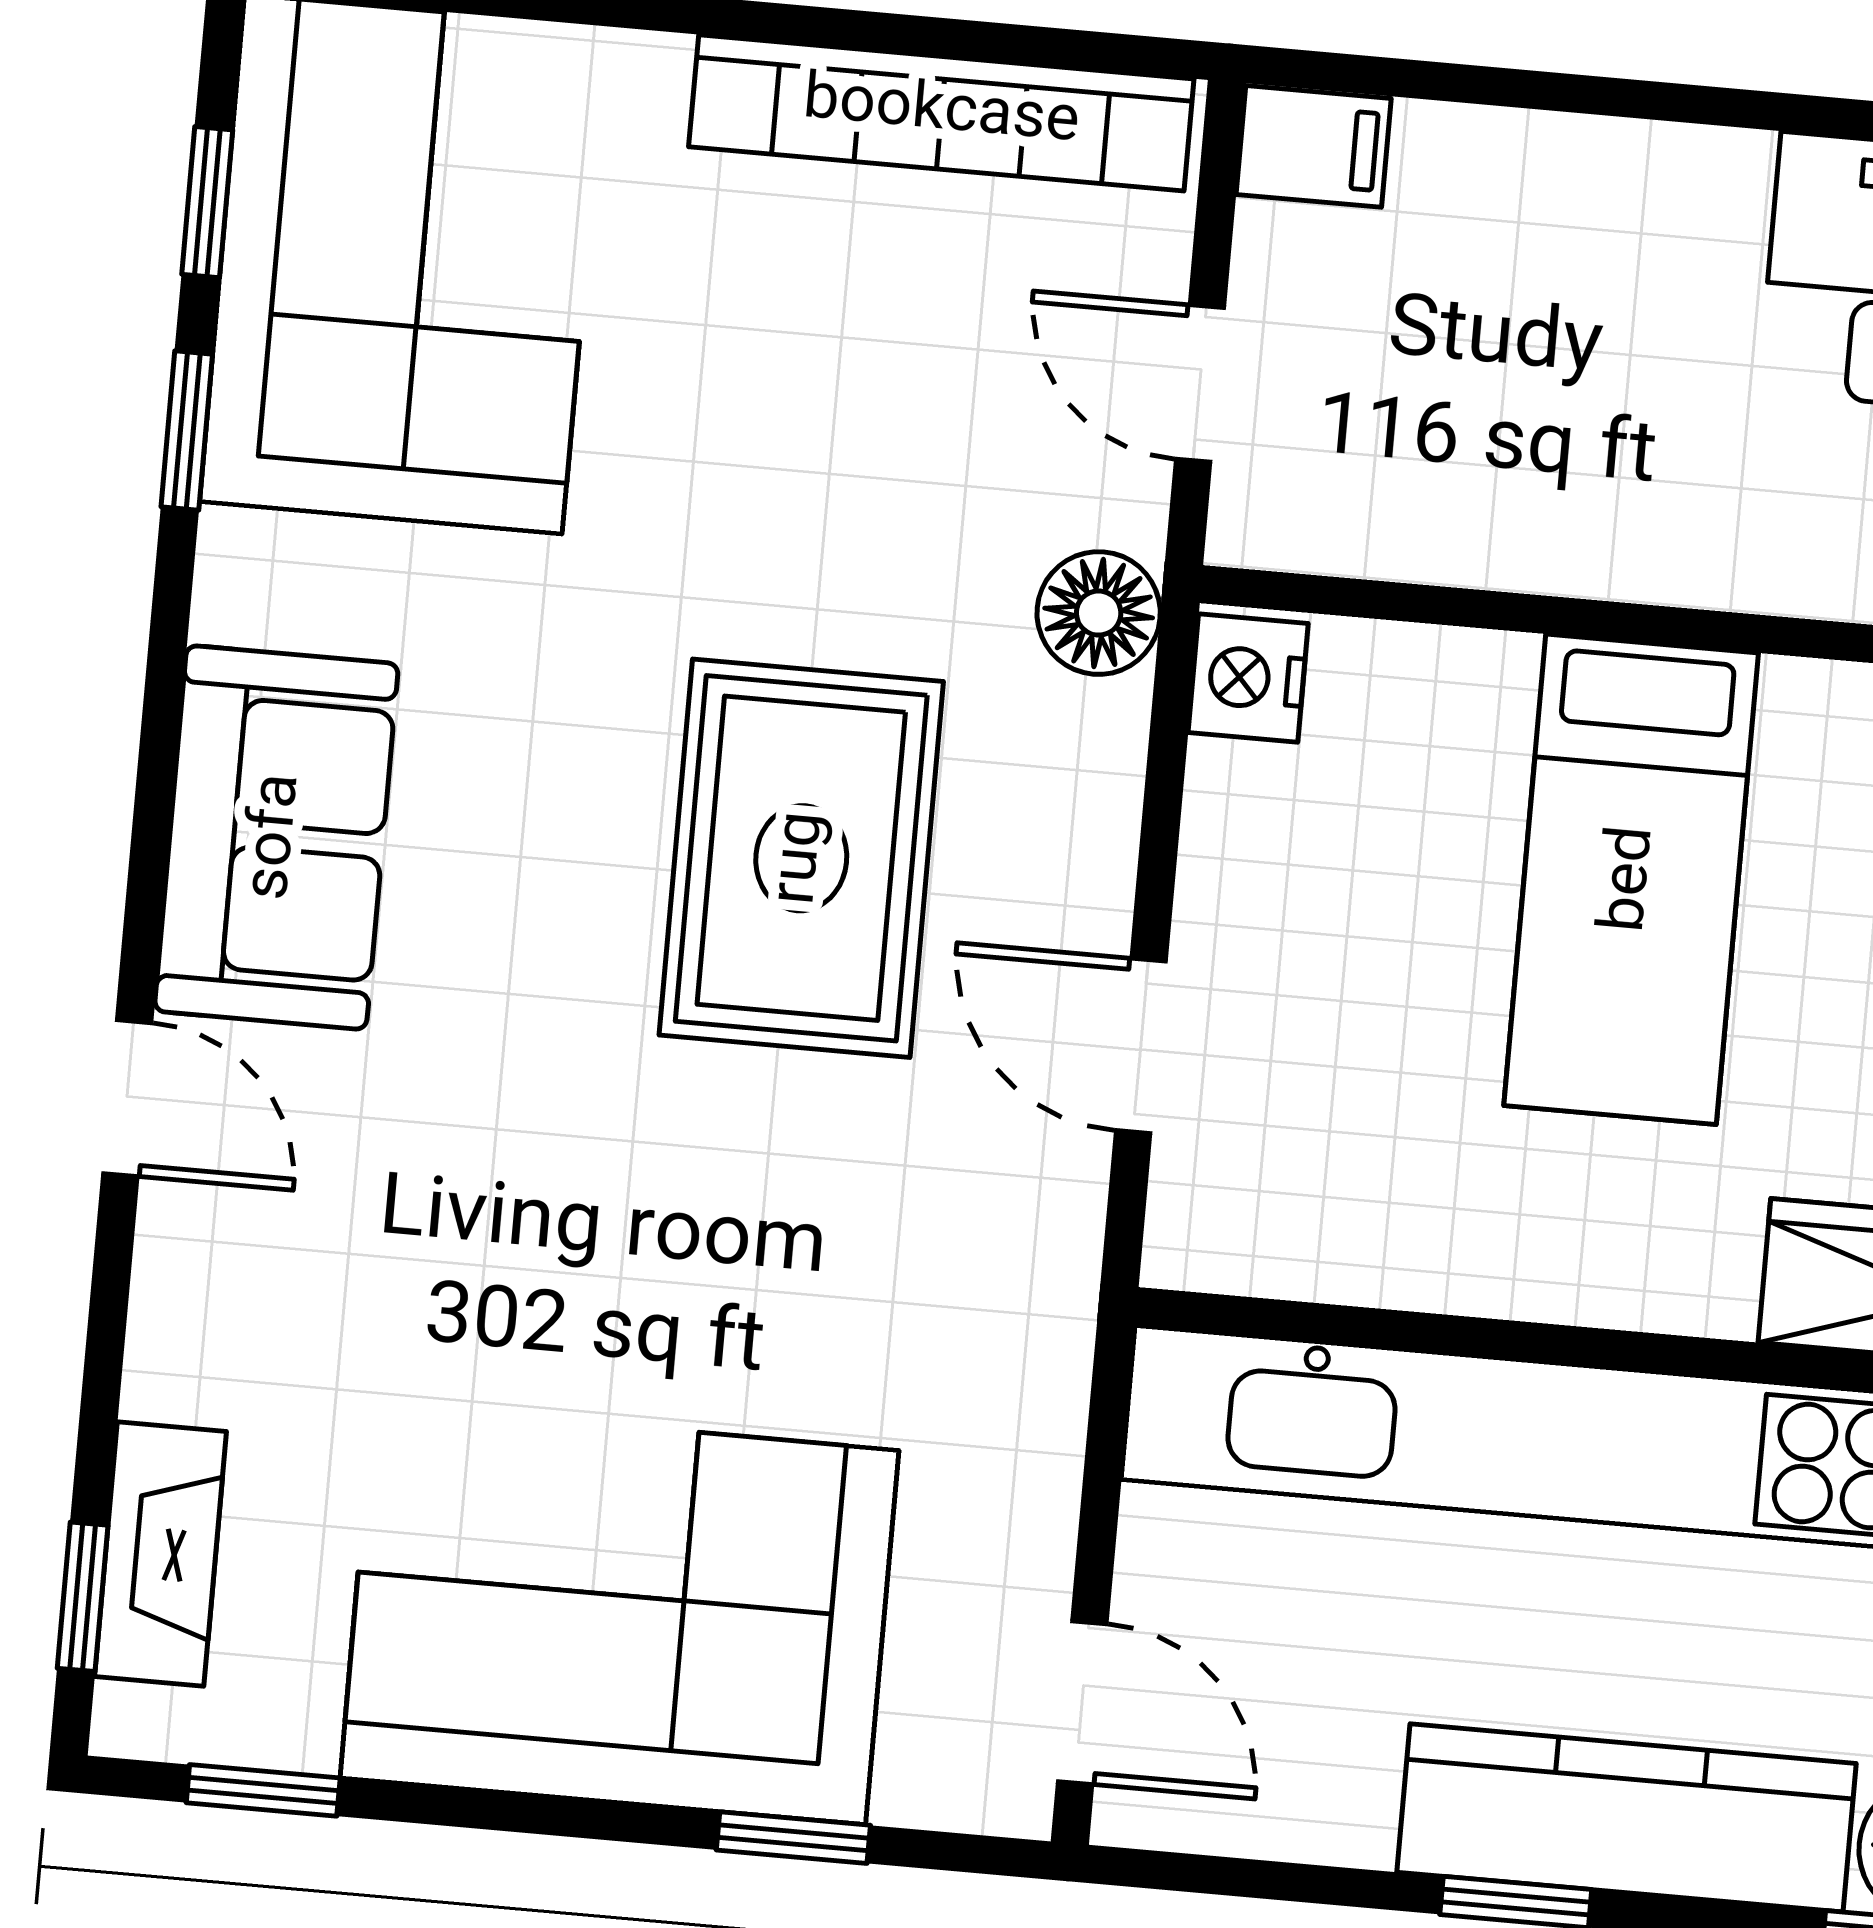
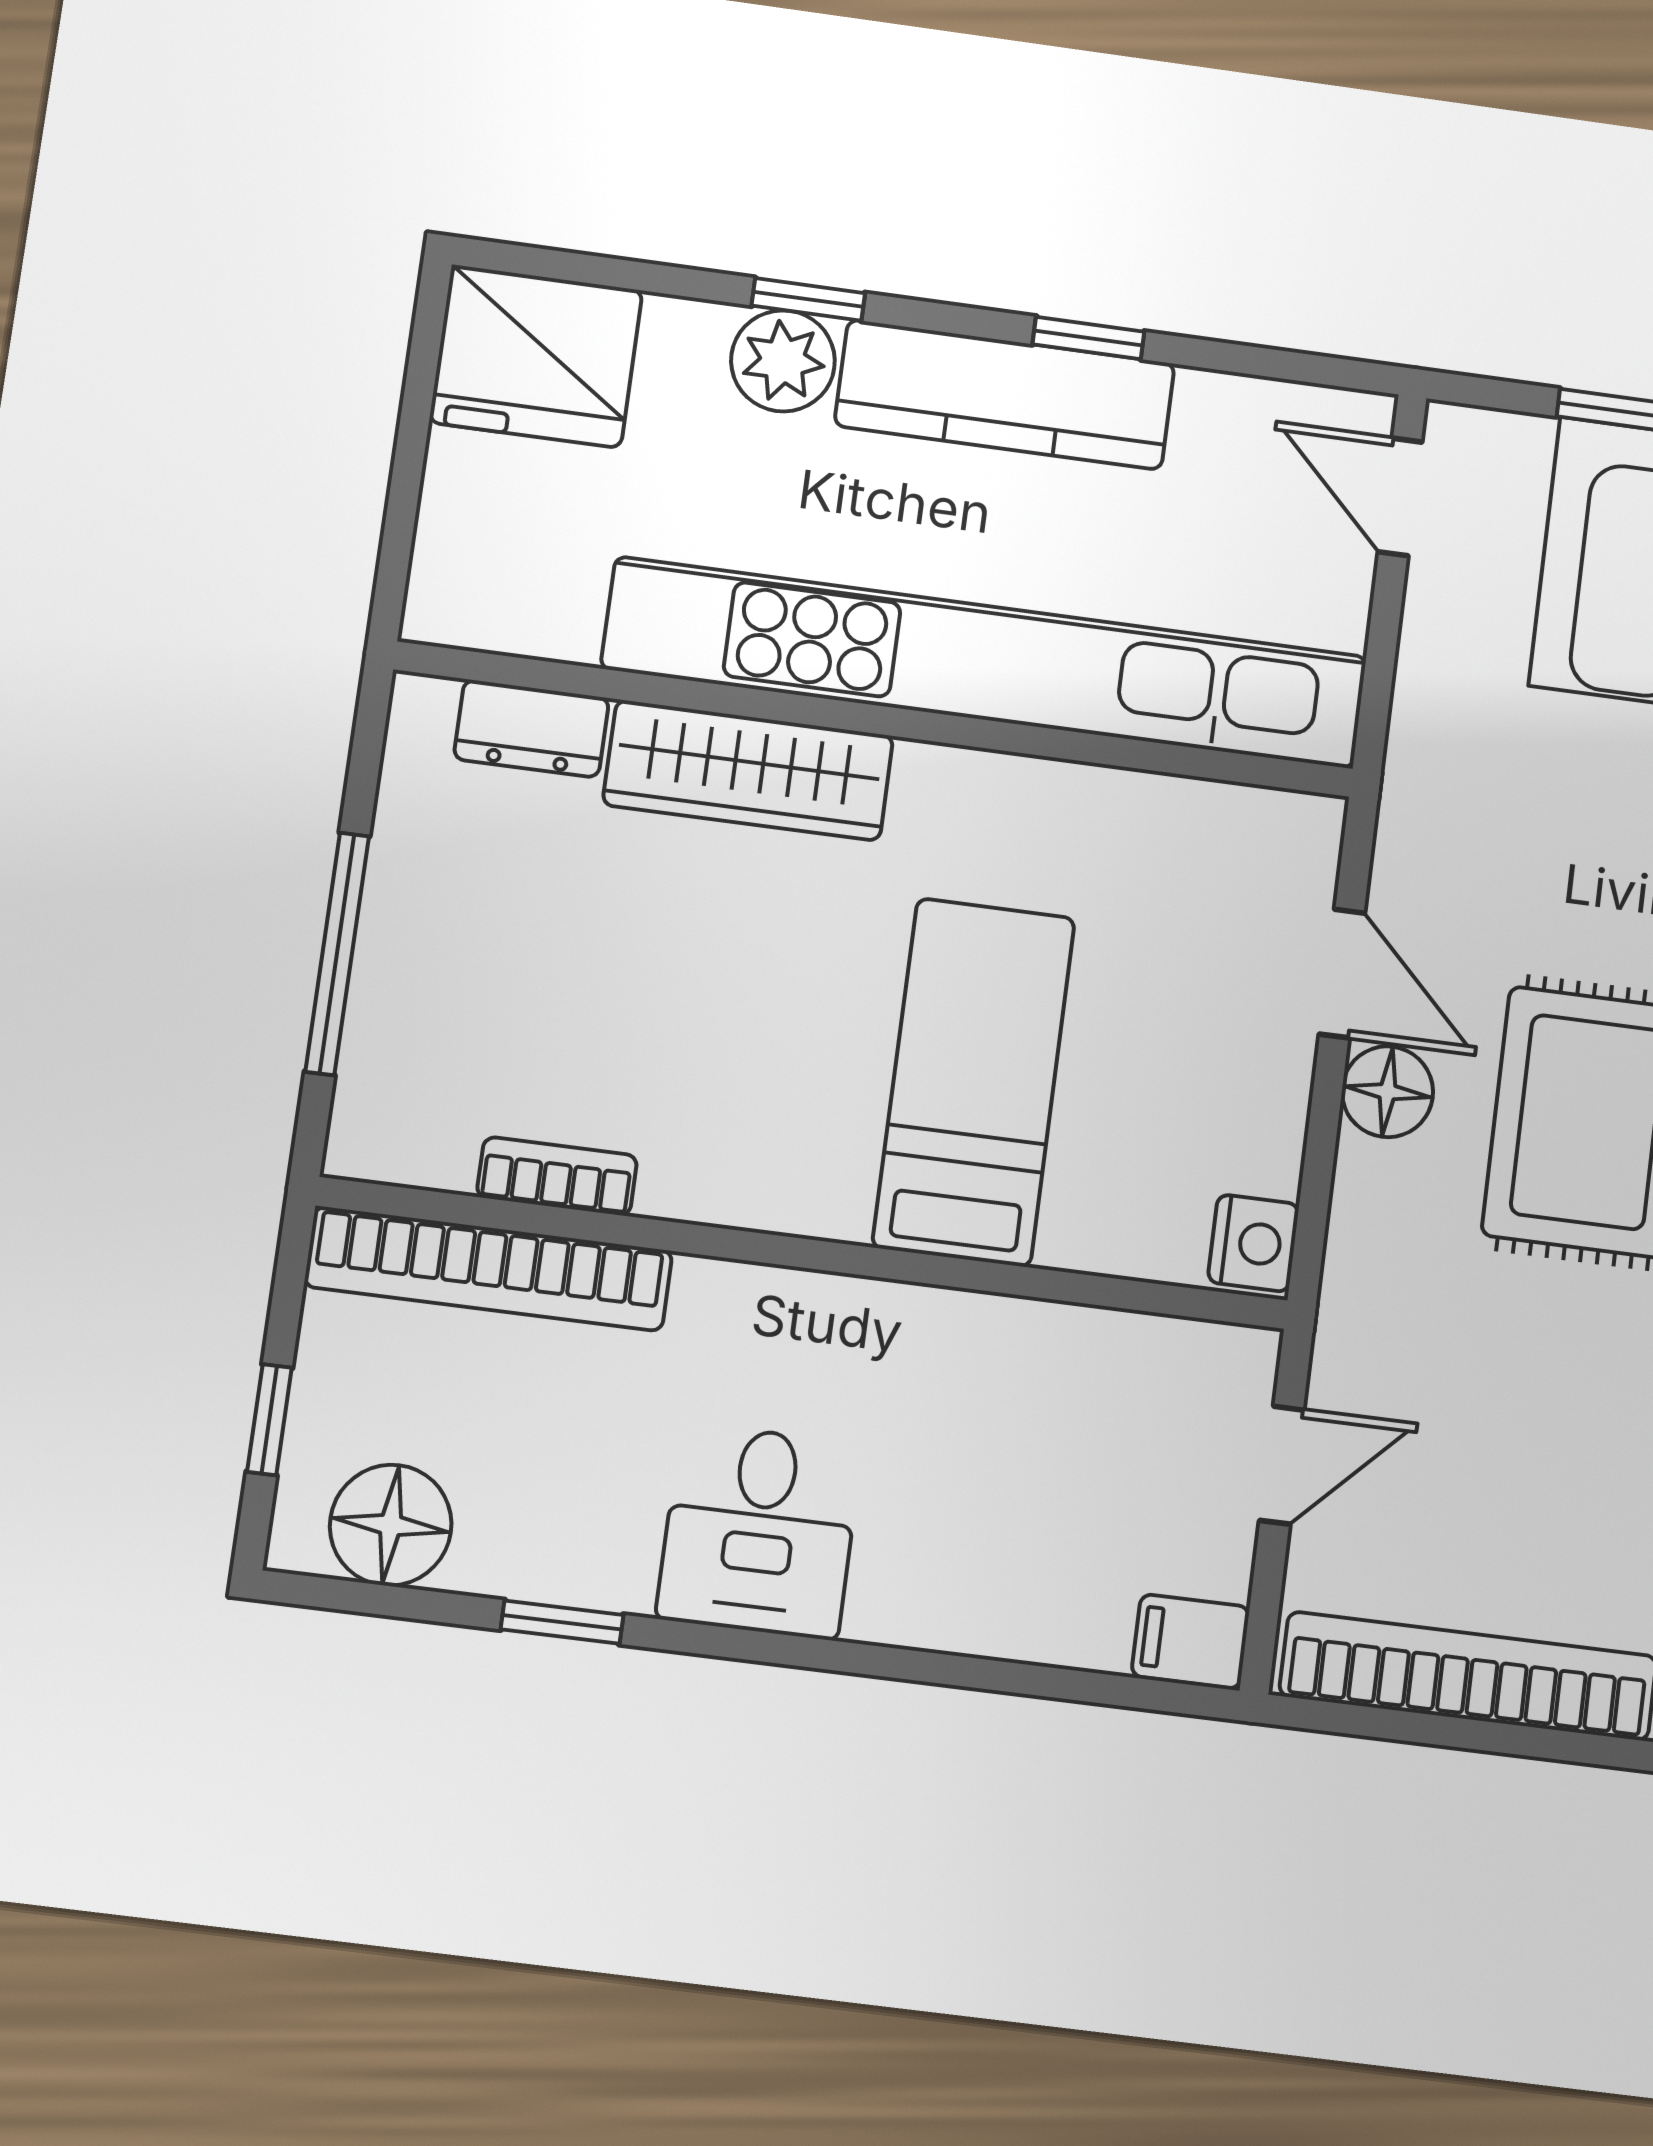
door: (1200, 383) -> (1282, 1465), hinge flipped
floor lamp: (1099, 613) -> (1387, 1092), moved

